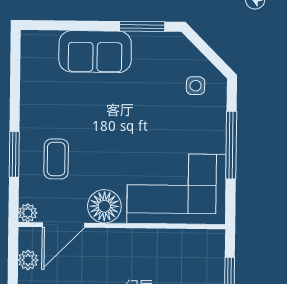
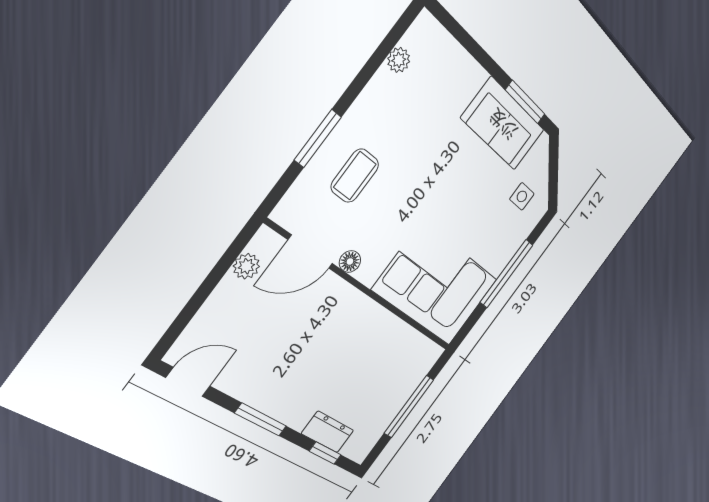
sofa: (95, 52) -> (503, 124), moved
floor lamp: (104, 206) -> (350, 261), width x0.53, depth x0.53
plant: (28, 213) -> (399, 60), moved

